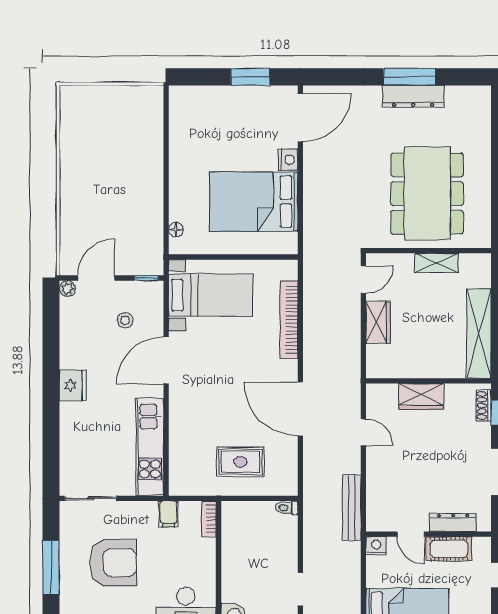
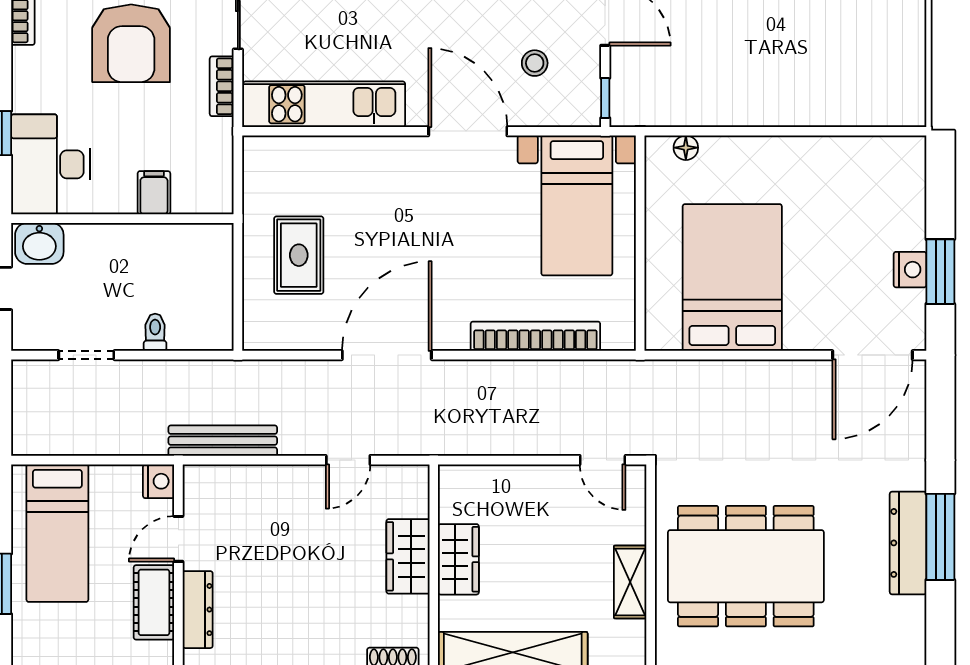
door: (300, 118) -> (872, 355), hinge flipped
nightstand: (288, 160) -> (910, 270), moved, turned -90
wardrobe: (378, 322) -> (458, 559), moved, turned -90
toilet: (287, 508) -> (155, 332), moved
filing cabinet: (168, 514) -> (154, 193), moved, turned 90
bookcase: (209, 519) -> (222, 86), moved, turned -90

